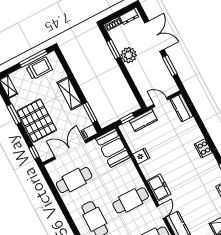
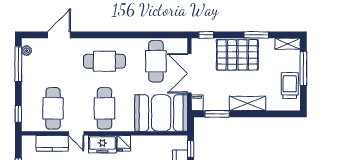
window: (33, 58) -> (303, 68), moved
trolley: (39, 68) -> (290, 86), turned 180
booth: (113, 148) -> (161, 113), width x1.36, depth x1.42
double door: (70, 150) -> (189, 73), swing flipped
fridge: (141, 156) -> (124, 143), moved

